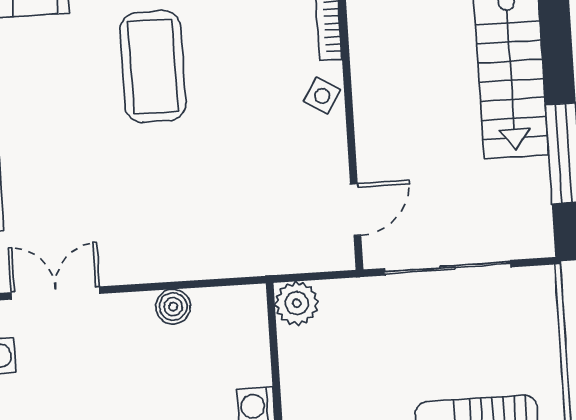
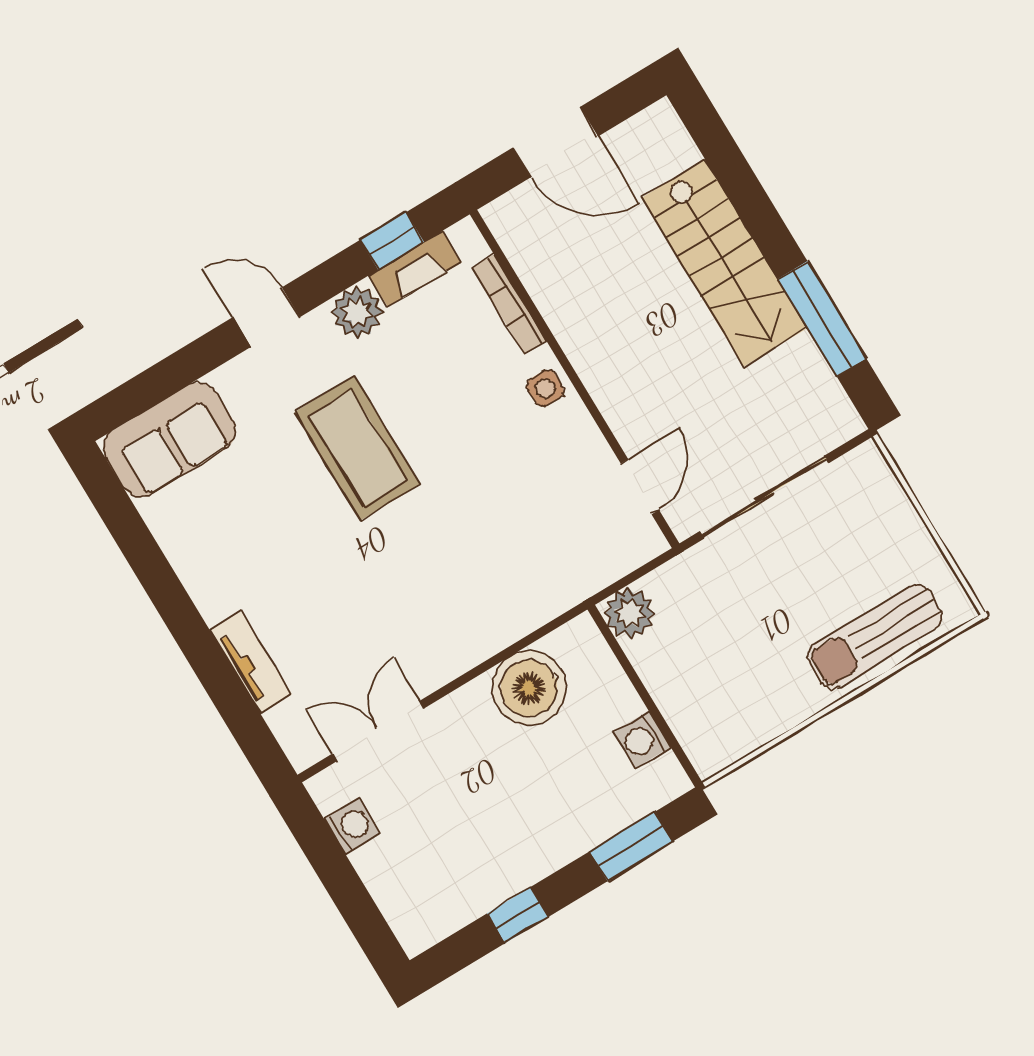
side table: (322, 96) -> (545, 388), turned -32
boiler: (173, 307) -> (529, 688), width x1.86, depth x1.86

